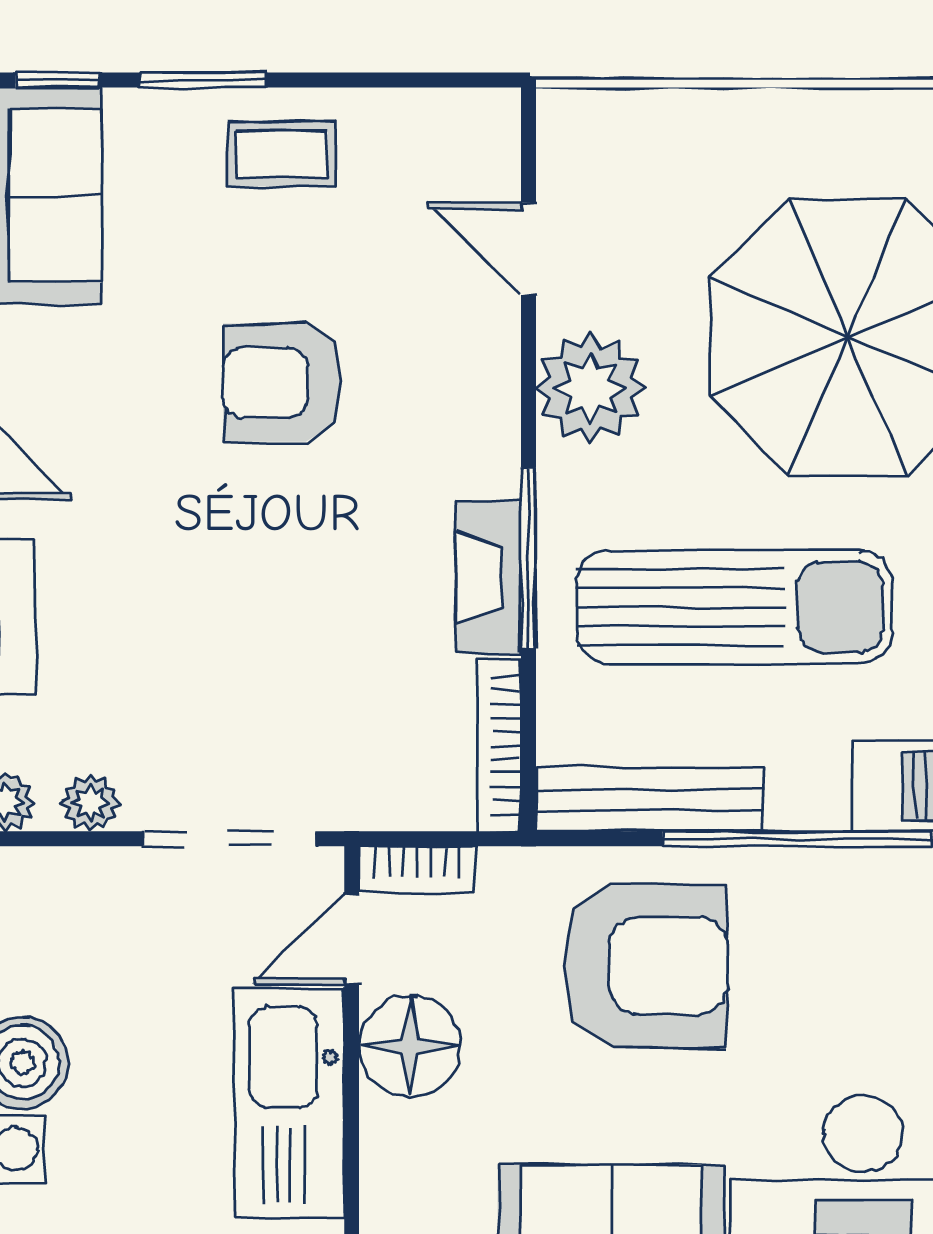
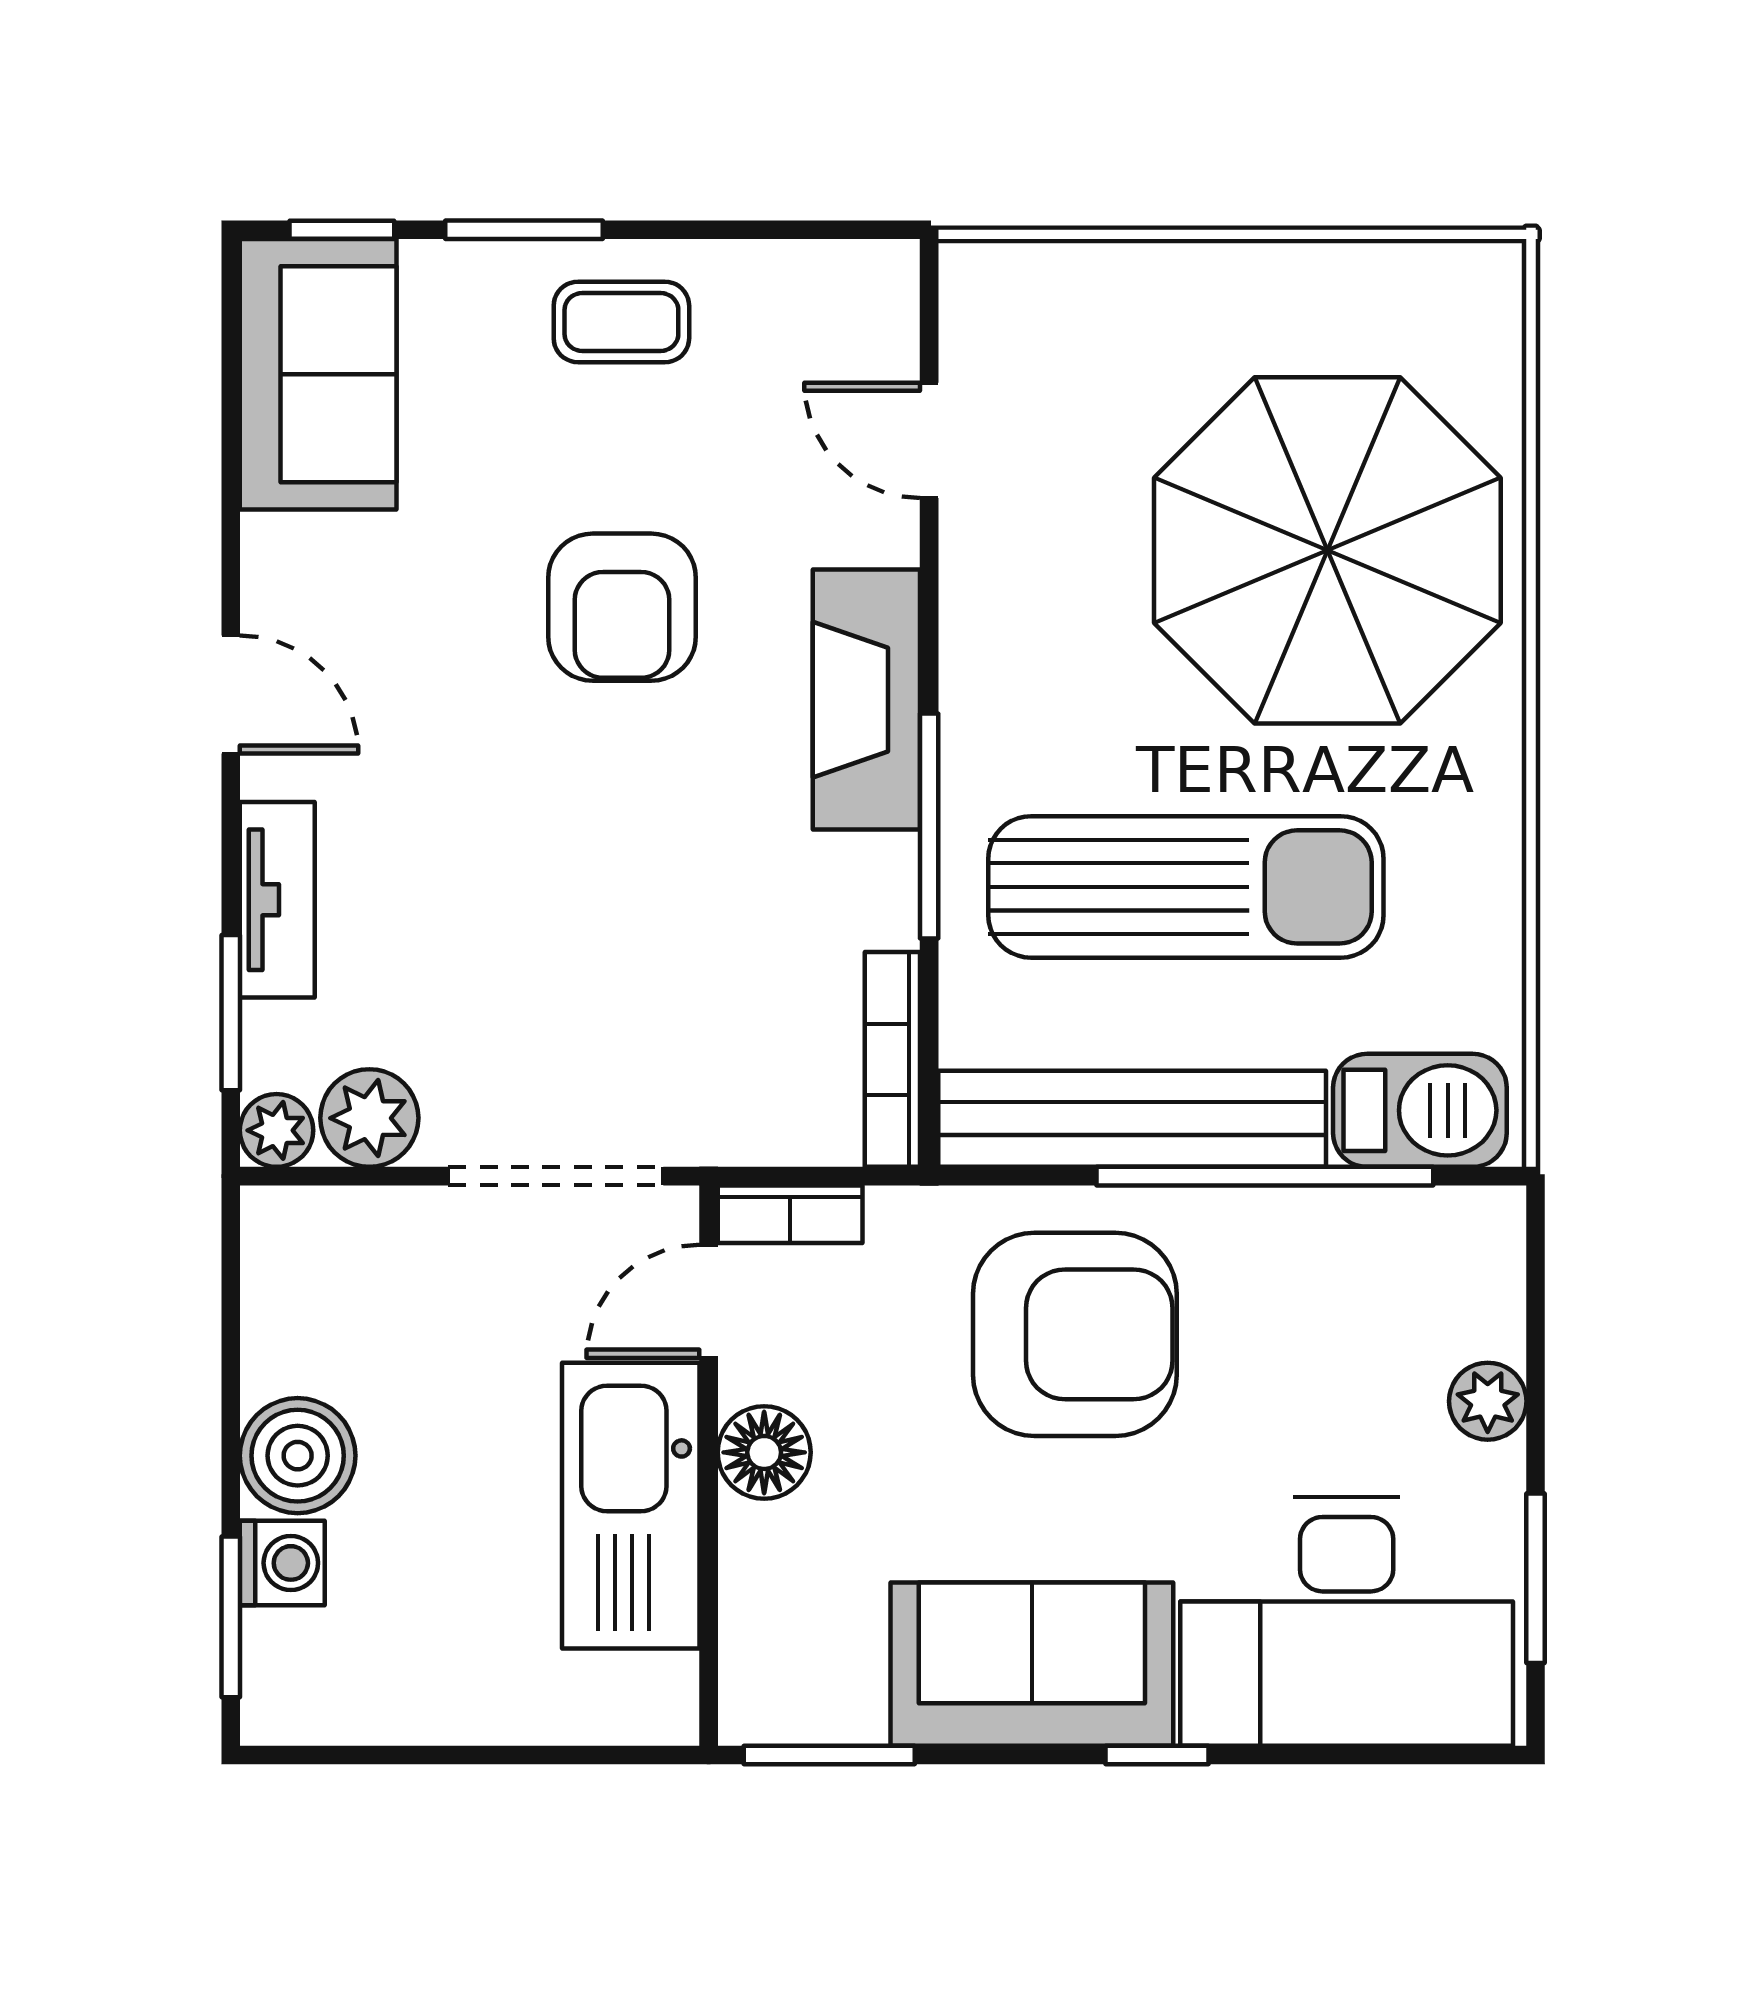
armchair: (282, 383) -> (622, 607), turned -90
plant: (590, 388) -> (1006, 614), removed
fireplace: (489, 577) -> (866, 700), moved, width x1.37, depth x1.32
bench: (649, 800) -> (1132, 1119), width x1.37, depth x1.21
plant: (90, 803) -> (369, 1118), width x1.38, depth x1.38
floor lamp: (410, 1046) -> (764, 1452), width x0.73, depth x0.73

